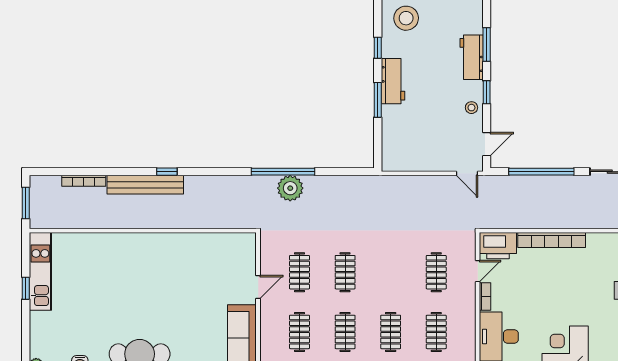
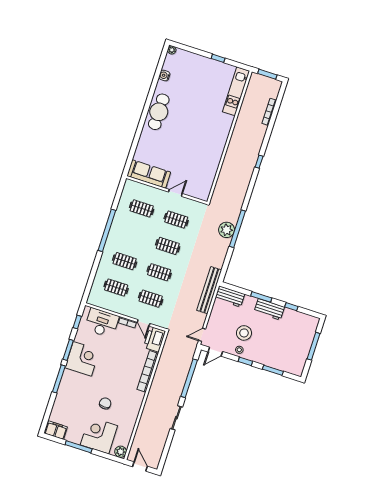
stool: (406, 18) -> (244, 333), moved
workbench: (472, 57) -> (230, 296), moved, turned 180
door: (487, 144) -> (215, 352), hinge flipped
bench: (145, 185) -> (209, 290), moved
kitchen unit: (40, 271) -> (236, 91), moved, turned 90
door: (258, 287) -> (175, 193), swing flipped
clothes rail: (345, 332) -> (159, 272), moved

